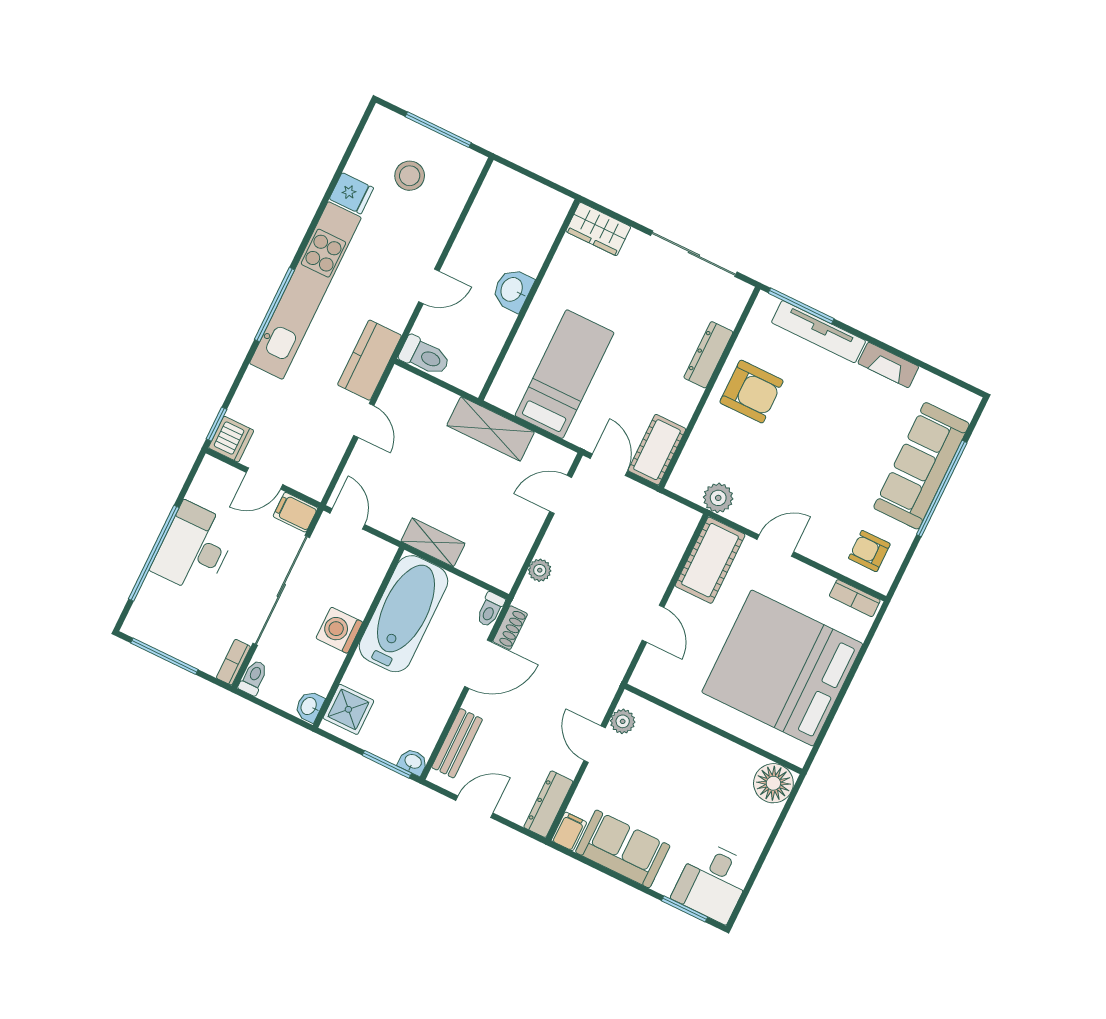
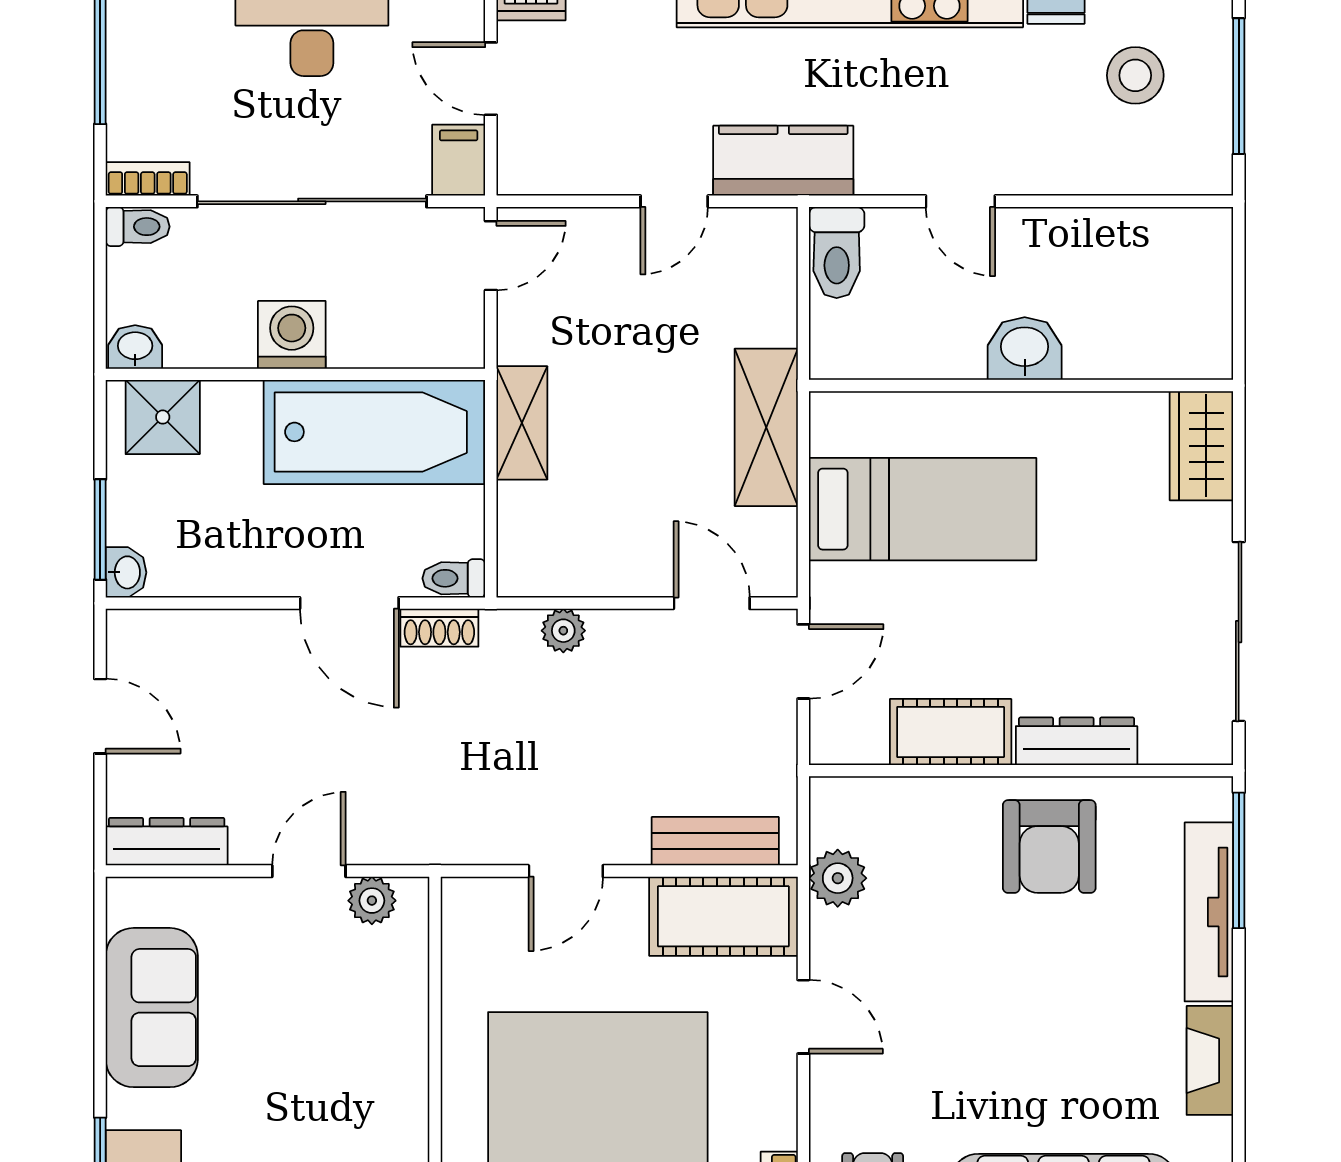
cot: (657, 450) -> (951, 732), moved
bench: (457, 743) -> (715, 841), moved
filing cabinet: (569, 831) -> (137, 900), removed

